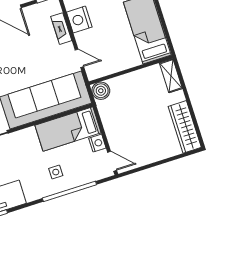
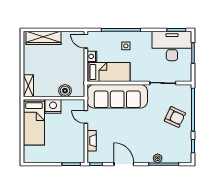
nightstand: (79, 20) -> (53, 106), moved, turned -90
boiler: (101, 91) -> (65, 91), moved
wardrobe: (185, 127) -> (43, 38), moved, turned 90

